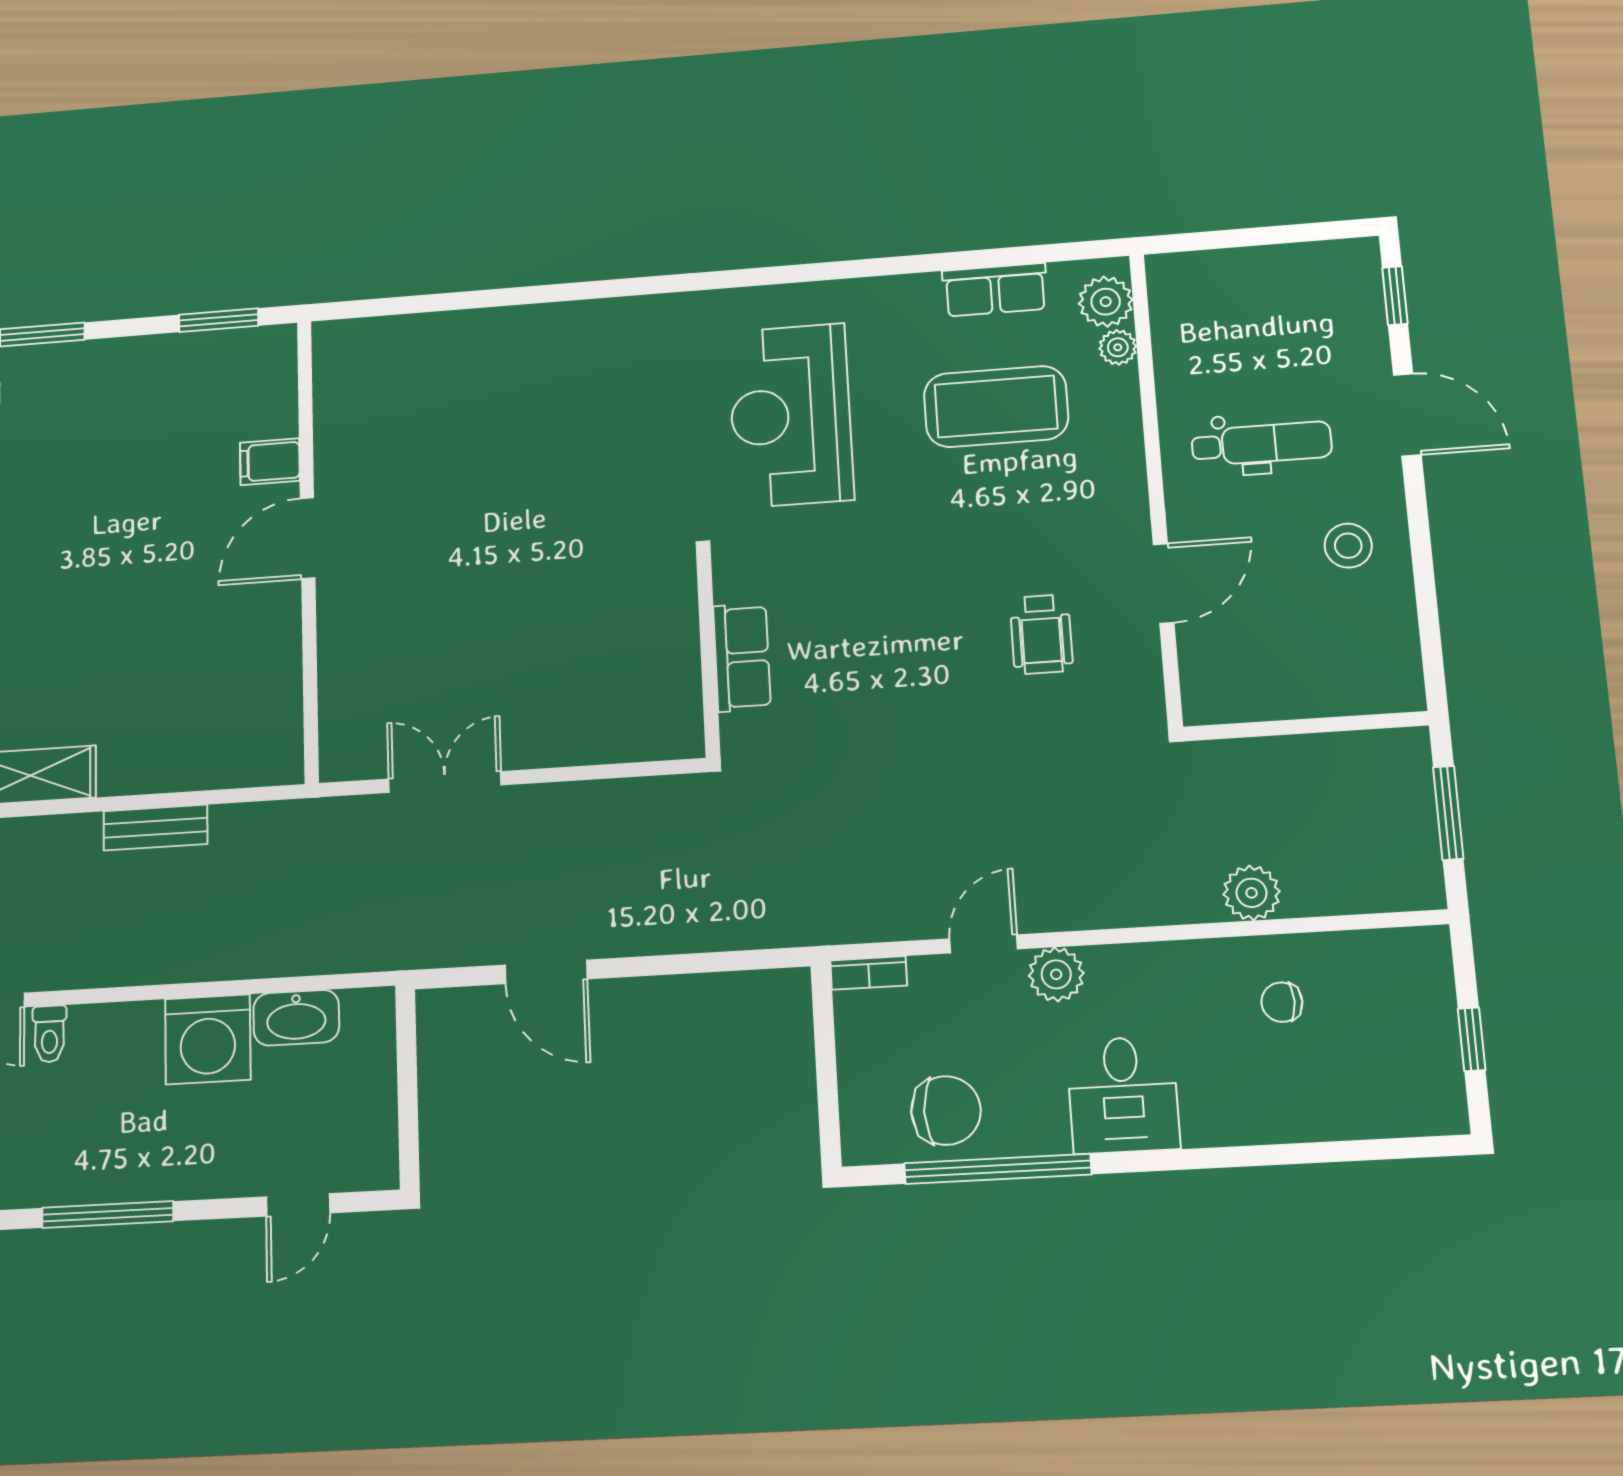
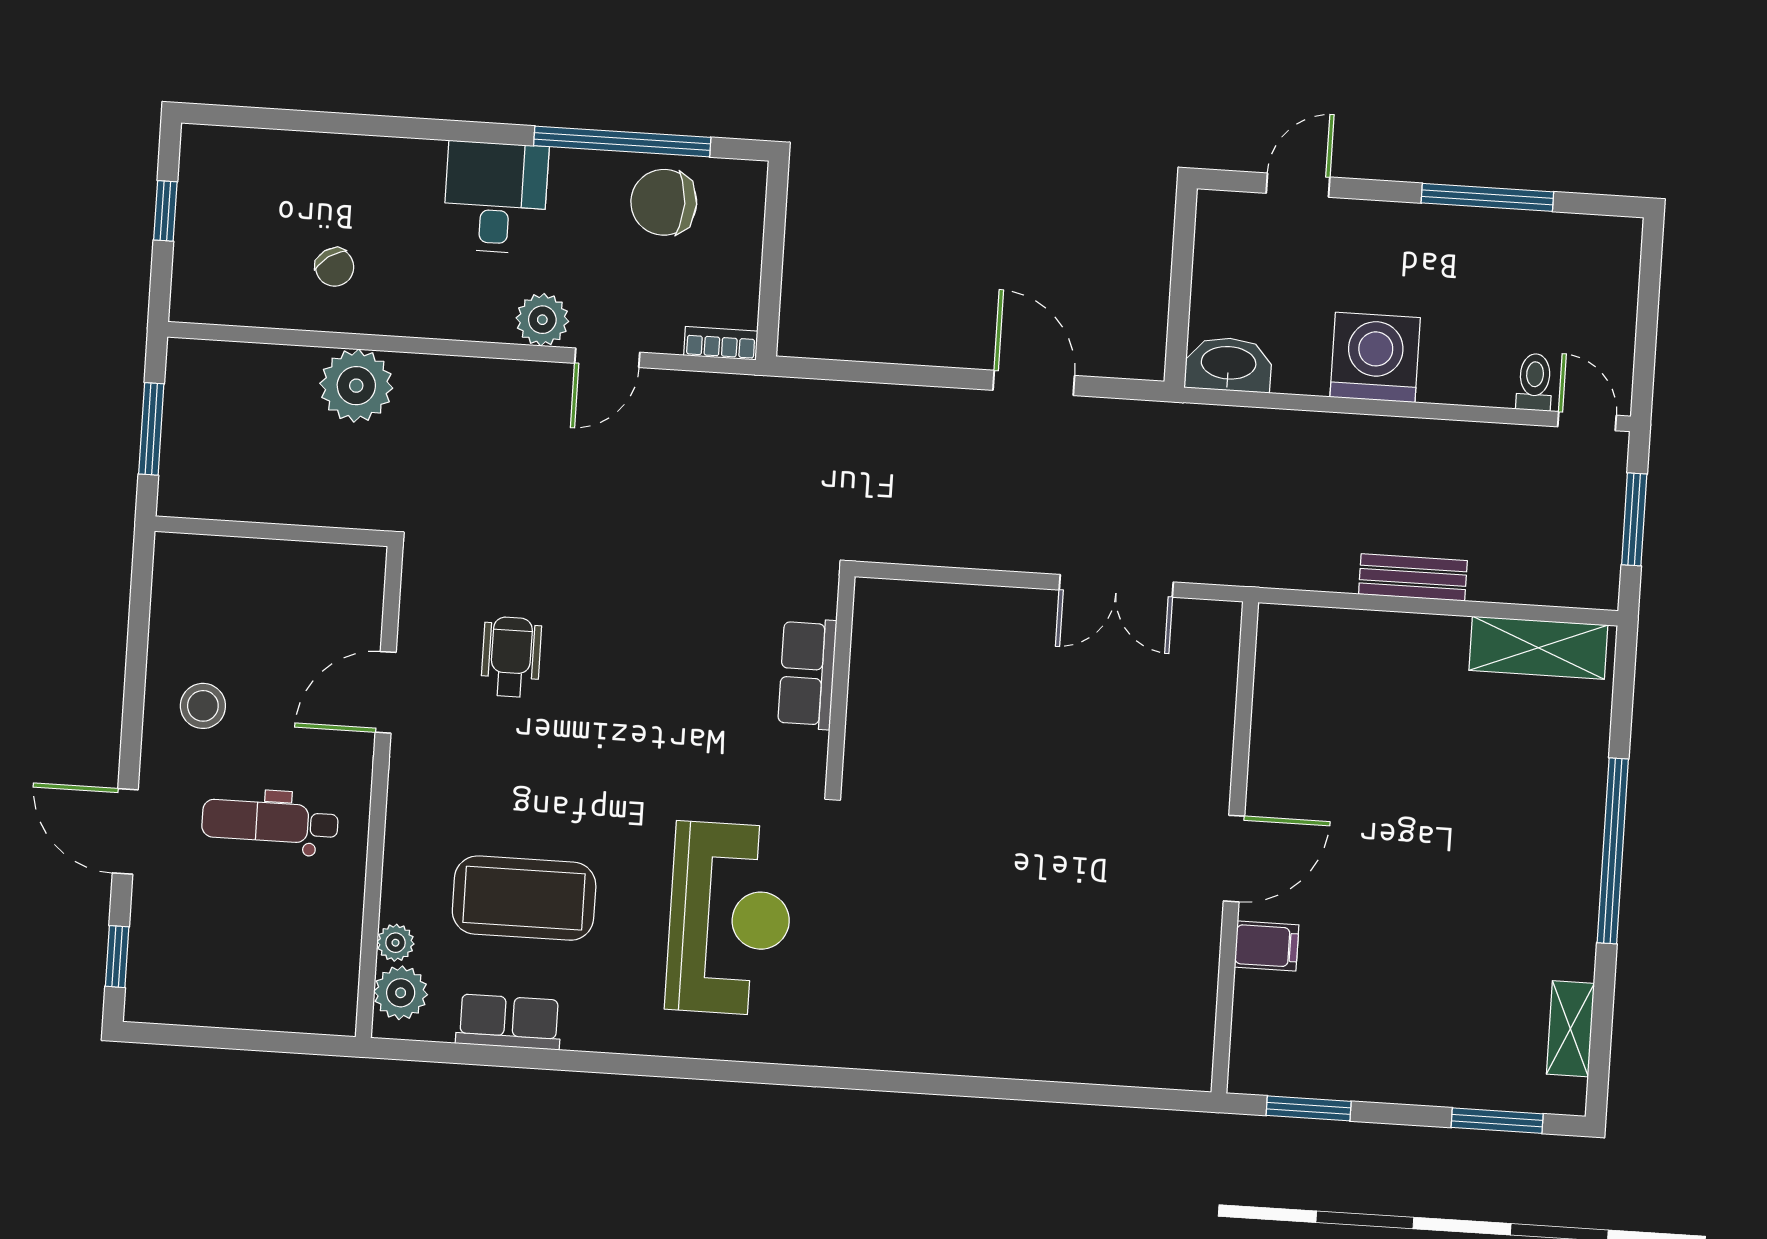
plant: (1252, 893) -> (356, 386), width x1.36, depth x1.36
chair: (1282, 1002) -> (335, 267), turned 55
washbasin: (296, 1018) -> (1228, 364), moved

